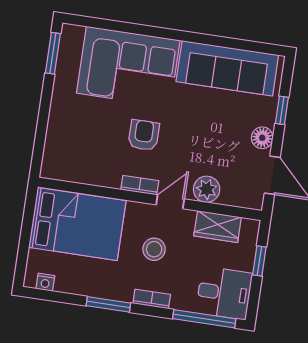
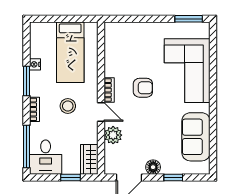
sofa: (227, 68) -> (196, 137), width x0.73
bed: (77, 224) -> (70, 52), width x0.67
wardrobe: (218, 227) -> (89, 159), moved
nightstand: (45, 282) -> (35, 64), moved

